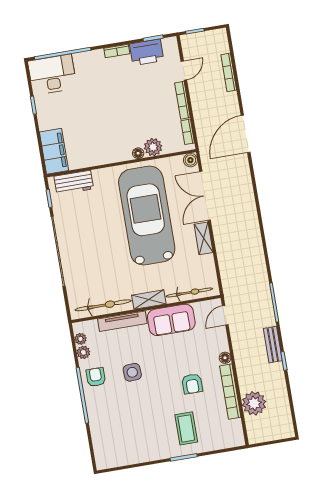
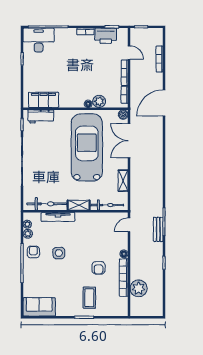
door: (184, 71) -> (129, 53), hinge flipped
filing cabinet: (54, 151) -> (44, 100), moved, turned -90
shelving: (204, 238) -> (123, 181), moved
sofa: (171, 320) -> (39, 307), moved, turned 180
bench: (273, 345) -> (158, 229), moved

